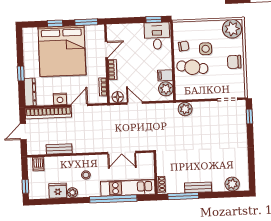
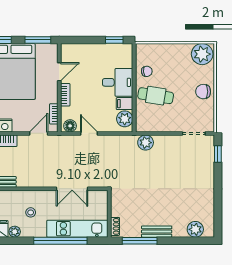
desk: (157, 36) -> (118, 82), moved, turned 90
side table: (206, 49) -> (171, 75), removed
door: (79, 105) -> (39, 133), moved

